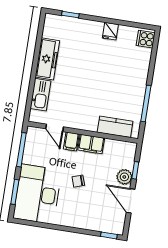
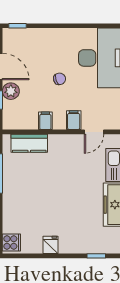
door: (55, 128) -> (94, 132), swing flipped
filing cabinet: (91, 144) -> (45, 121), width x0.50

